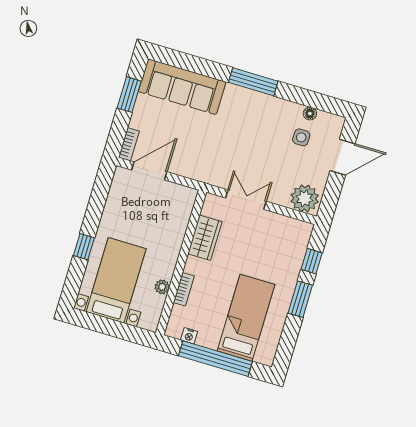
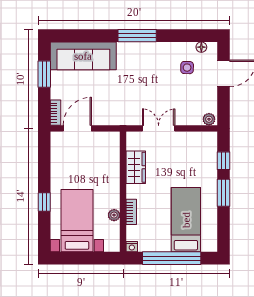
floor lamp: (310, 114) -> (201, 47), moved
plant: (305, 198) -> (209, 119), width x0.53, depth x0.53
nightstand: (189, 336) -> (132, 247), moved

